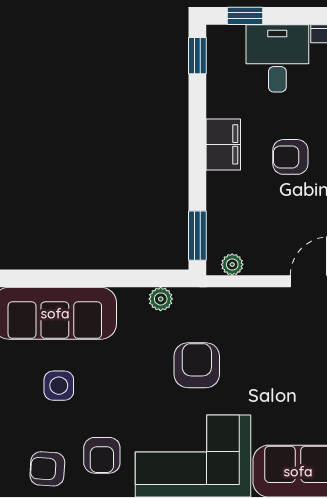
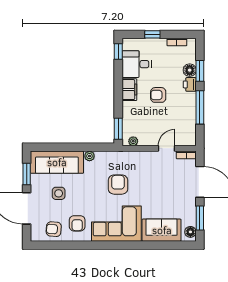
window: (245, 16) -> (152, 34), moved
desk: (277, 58) -> (137, 64), moved, turned -90
plant: (161, 299) -> (89, 156), moved

